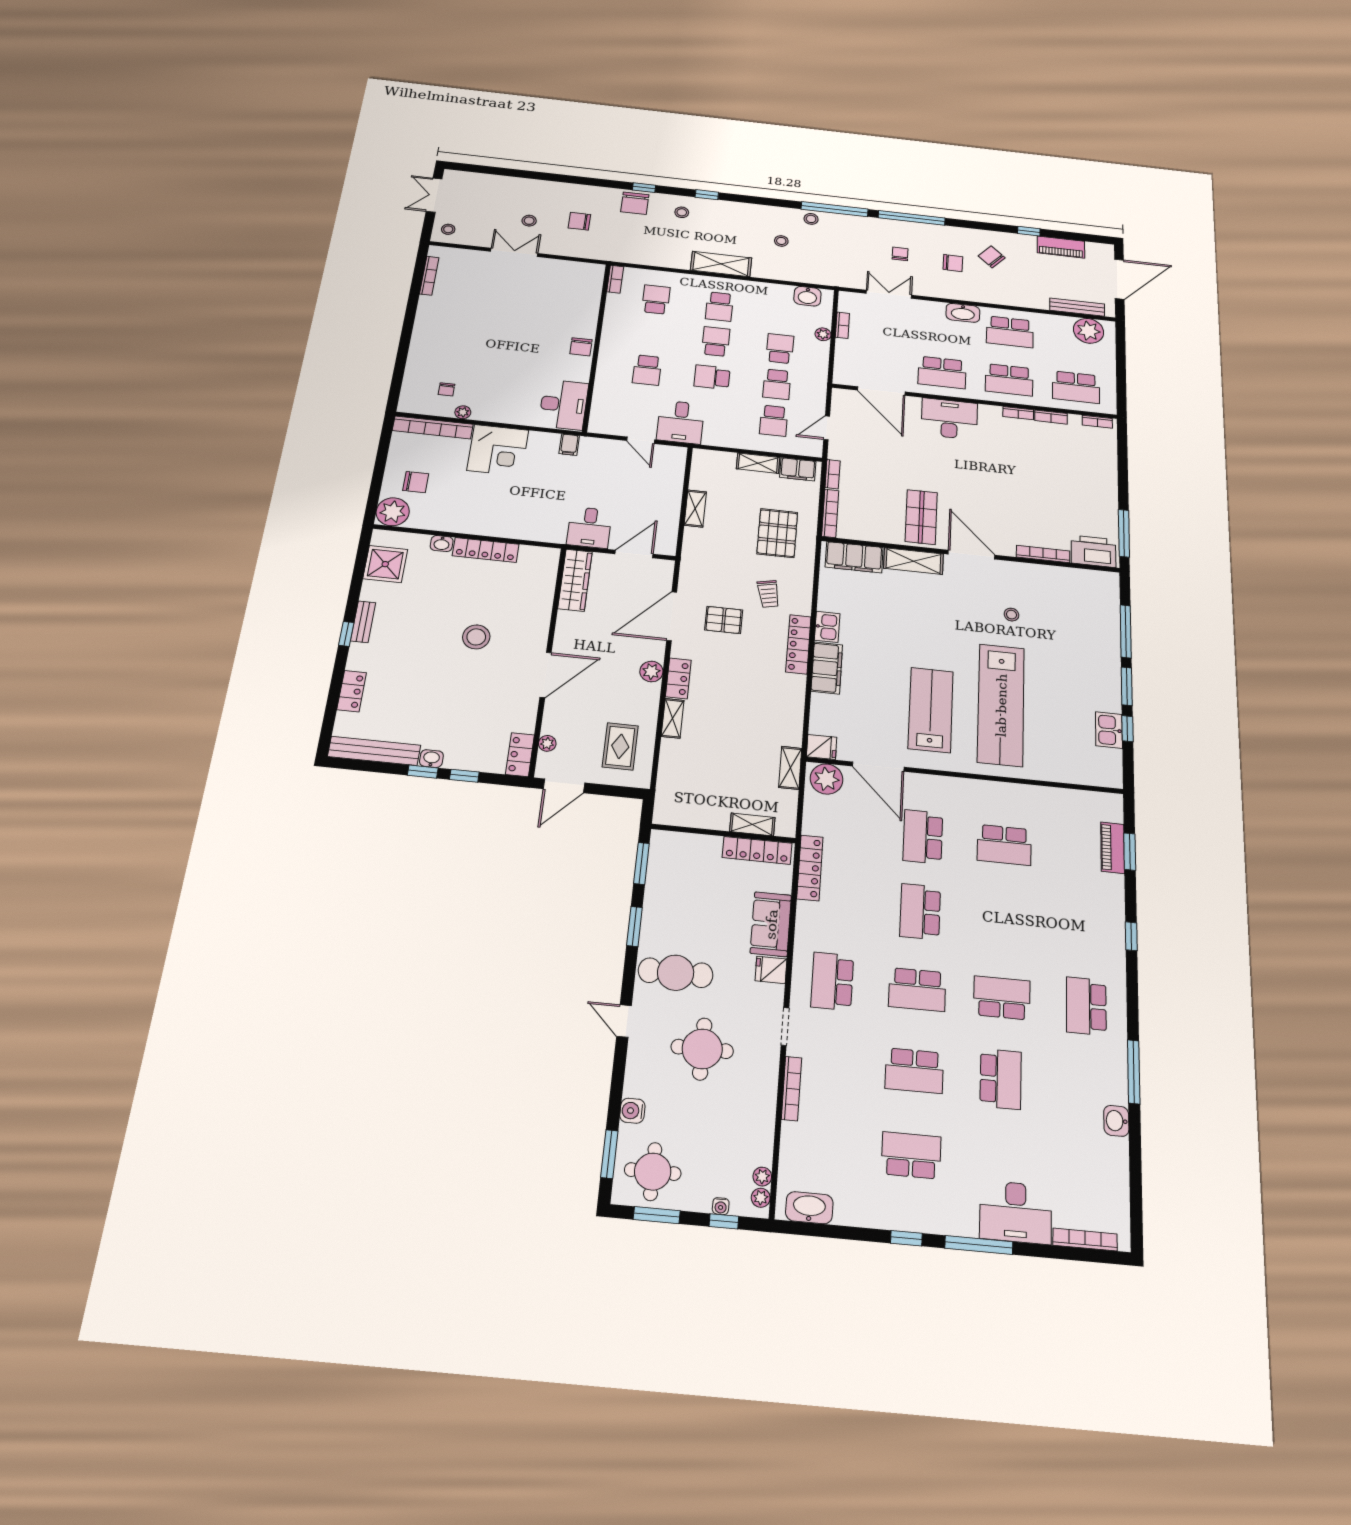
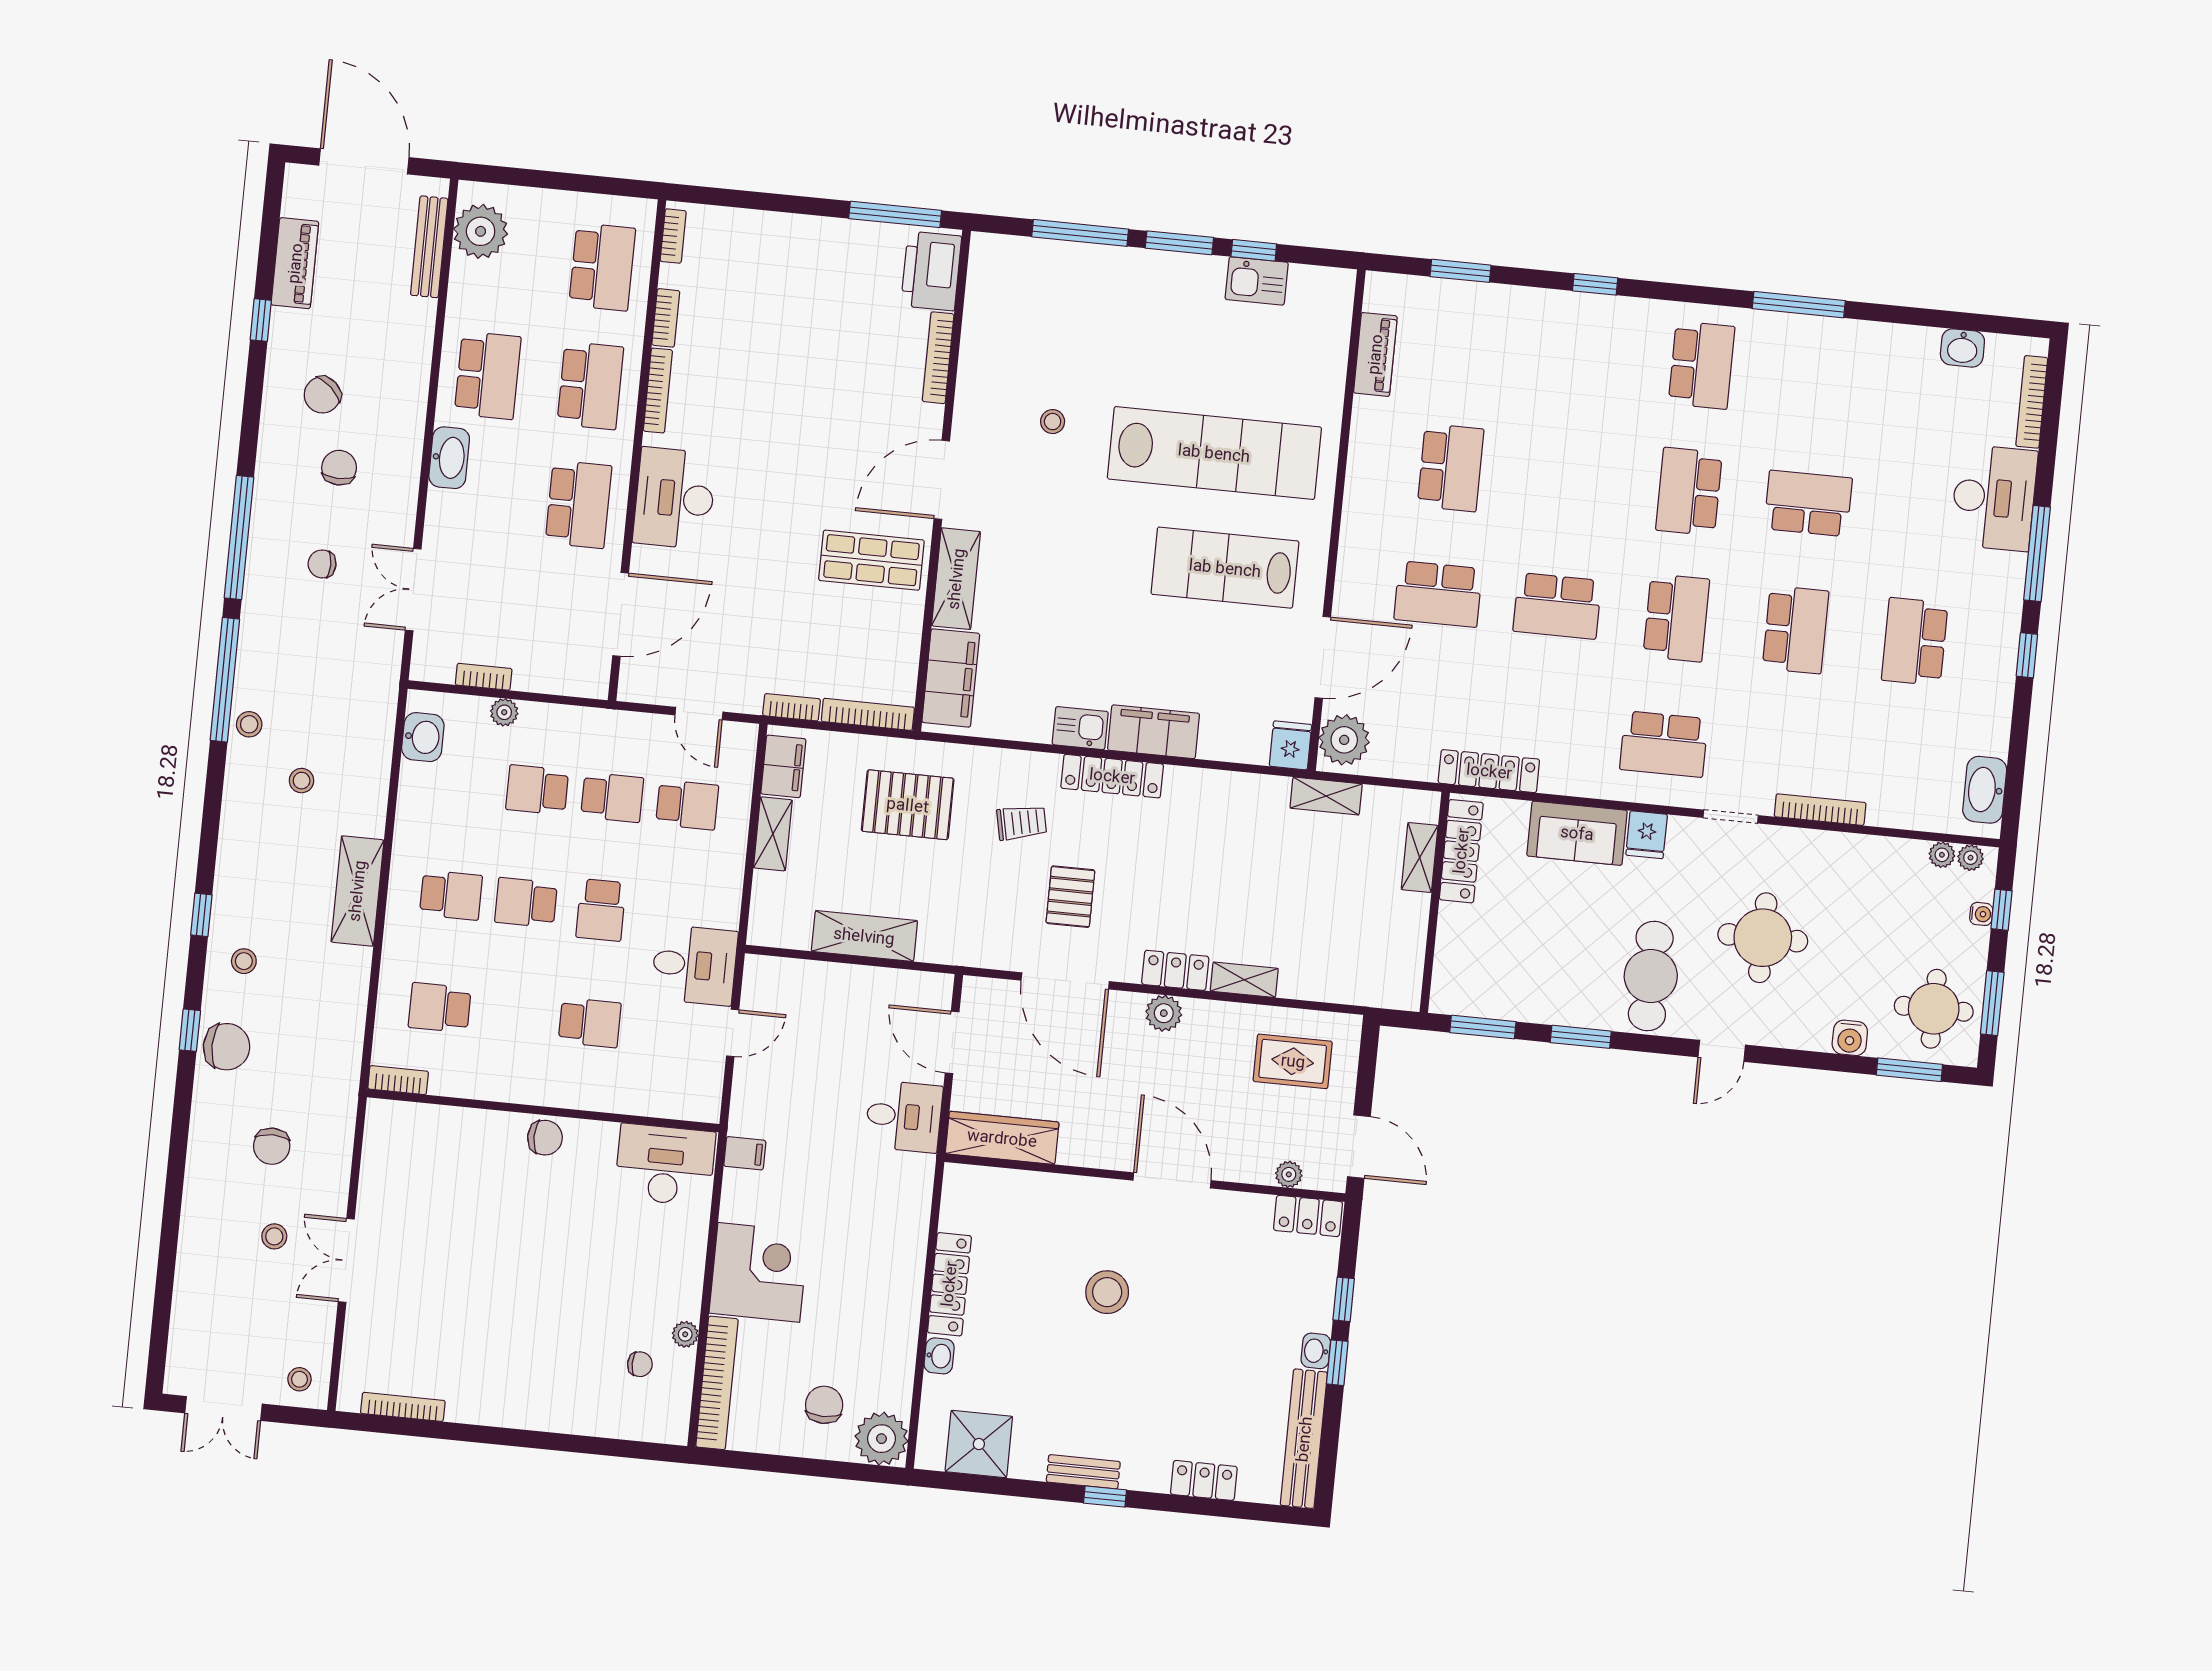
bookcase: (1018, 413) -> (658, 391), width x1.56
shelving: (695, 509) -> (864, 936), width x1.50, depth x1.33
piano: (1113, 848) -> (1375, 354), moved, turned -90
school desk: (1086, 1006) -> (1702, 365), turned -90
washbasin: (1116, 1121) -> (1962, 348), moved

